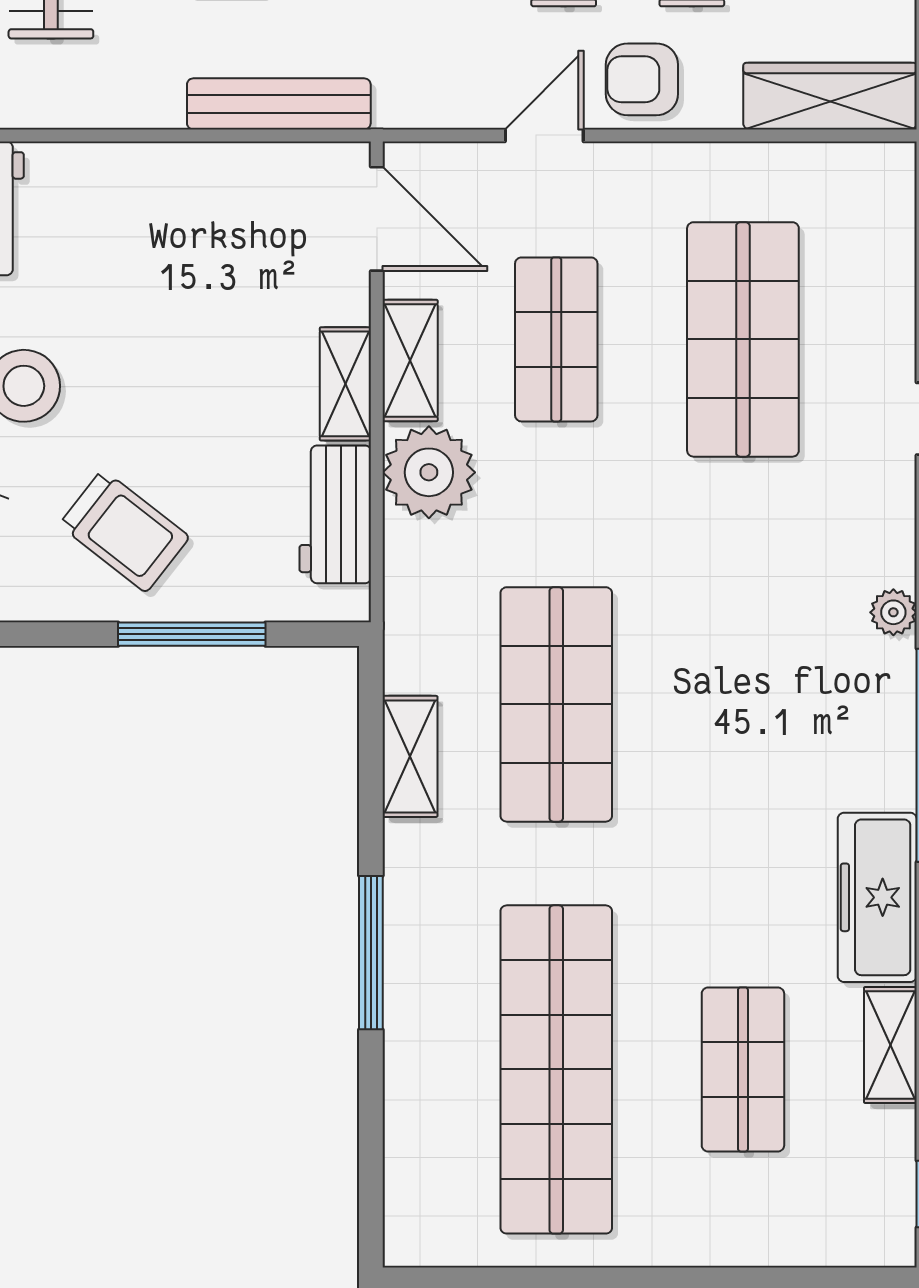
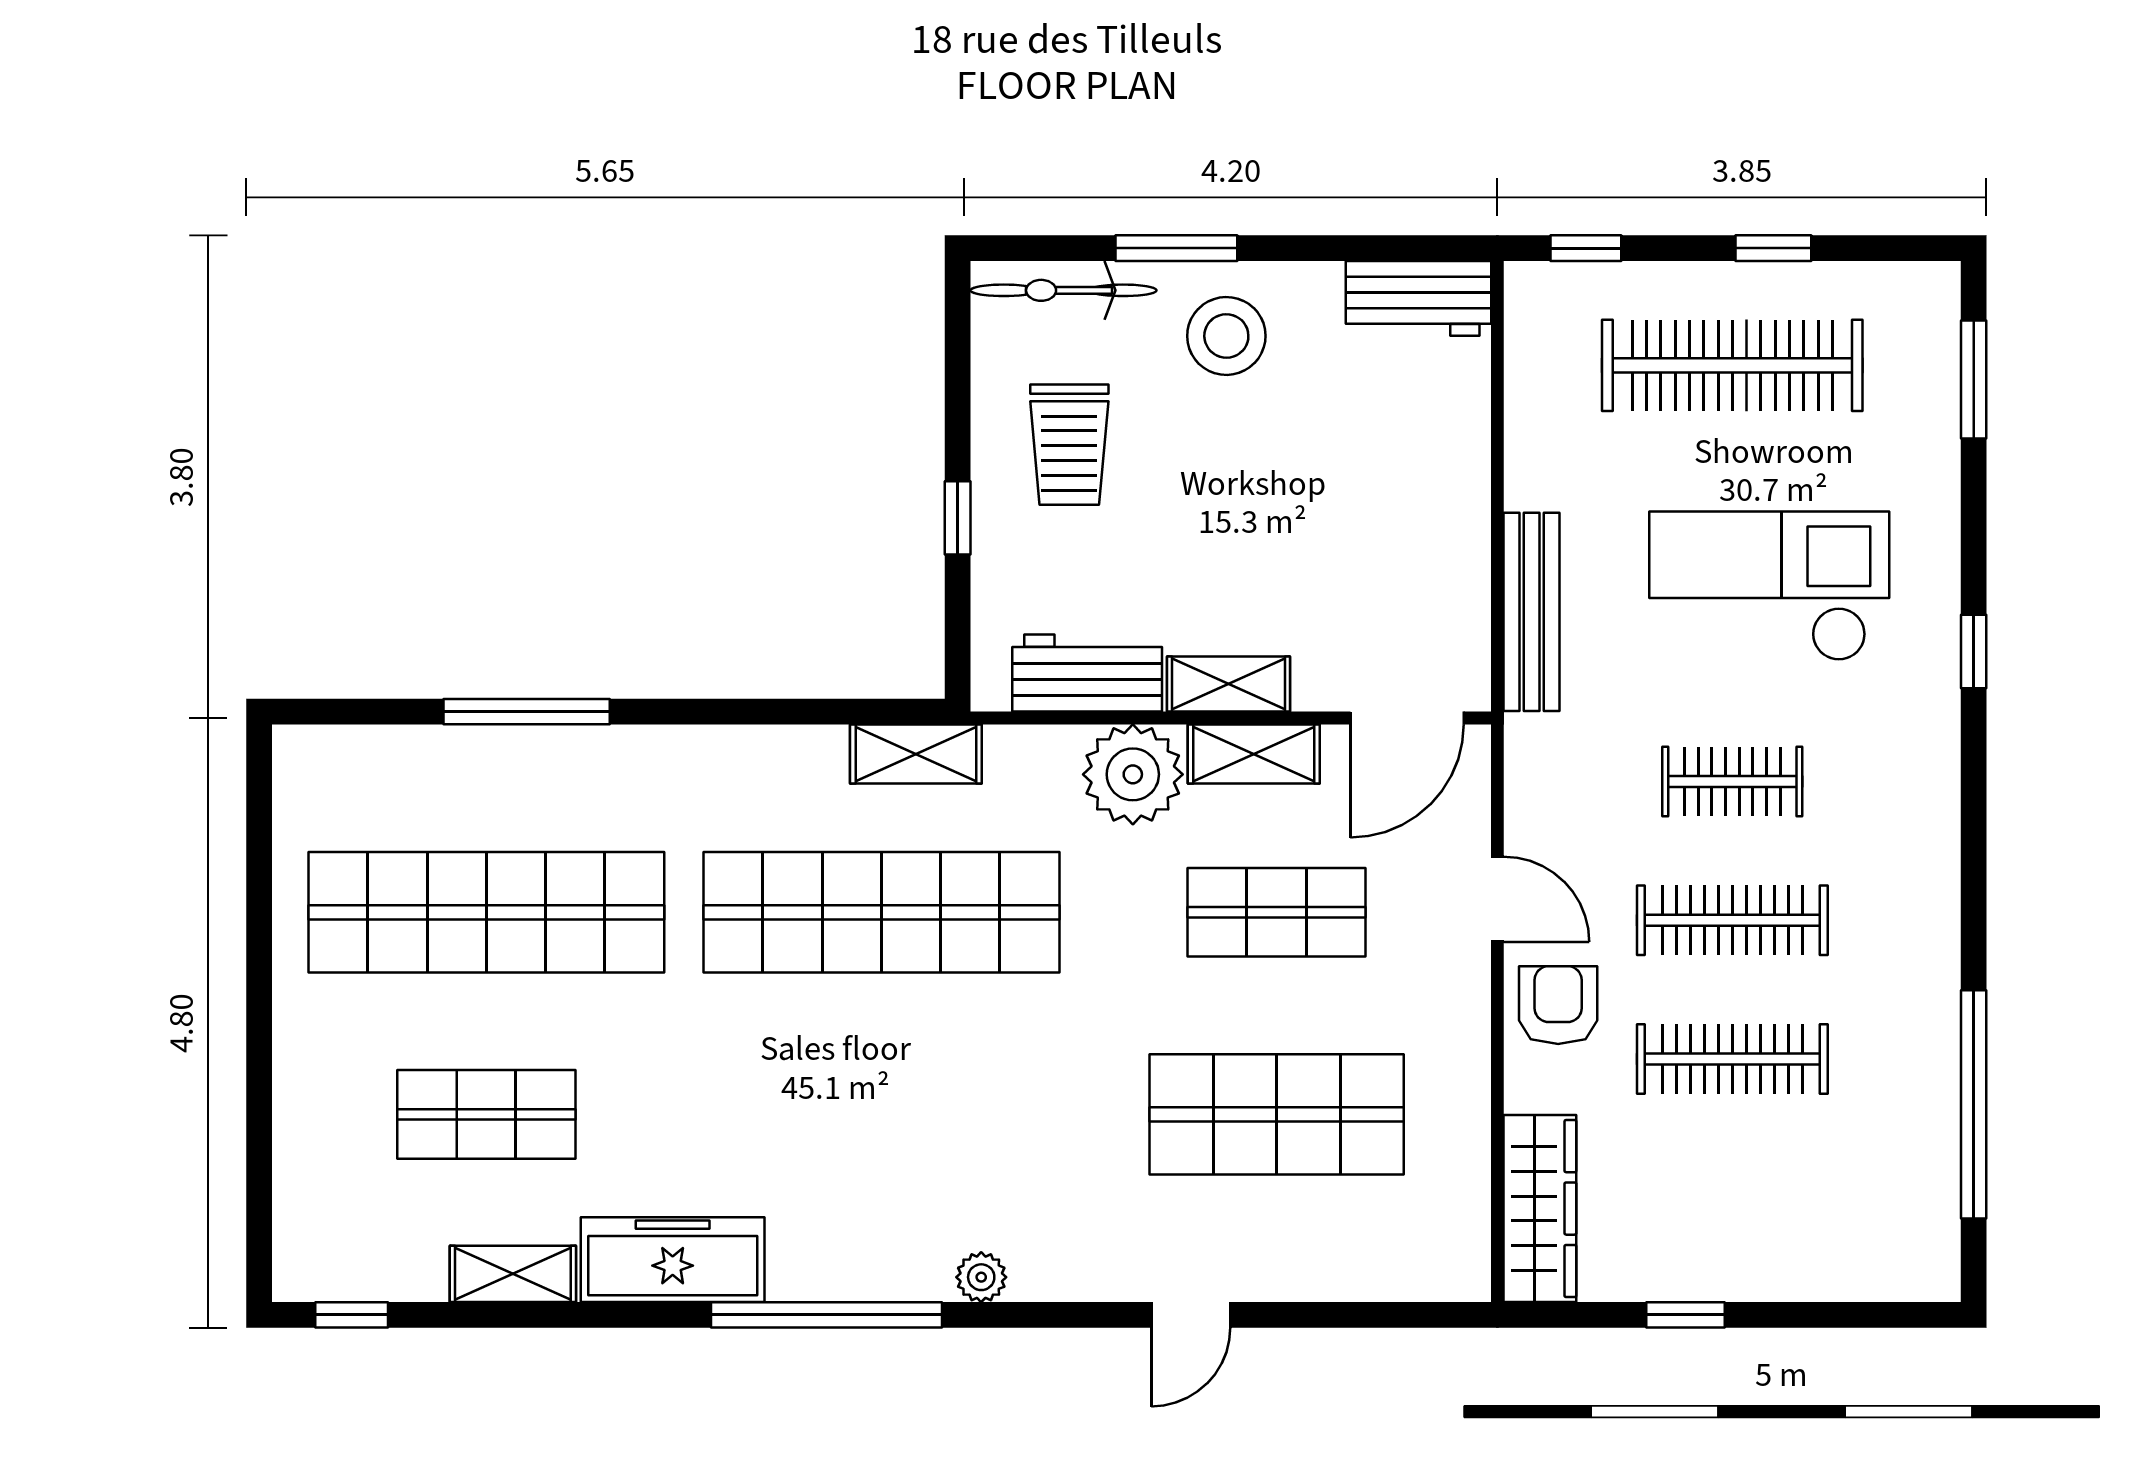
trolley: (124, 531) -> (1069, 445), turned -38
window: (192, 634) -> (958, 518), width x0.46
shop shelf: (556, 704) -> (881, 912), width x1.40
shelving: (410, 756) -> (916, 754), moved
window: (371, 953) -> (527, 712), moved

